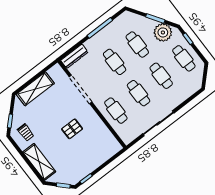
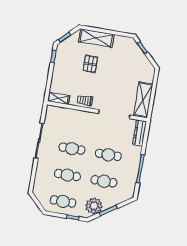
shelving: (35, 89) -> (143, 100), moved
cafe table: (116, 111) -> (76, 122), removed
pallet: (72, 129) -> (90, 64), moved
trolley: (26, 132) -> (85, 100), moved
shelving: (113, 142) -> (59, 98), added

